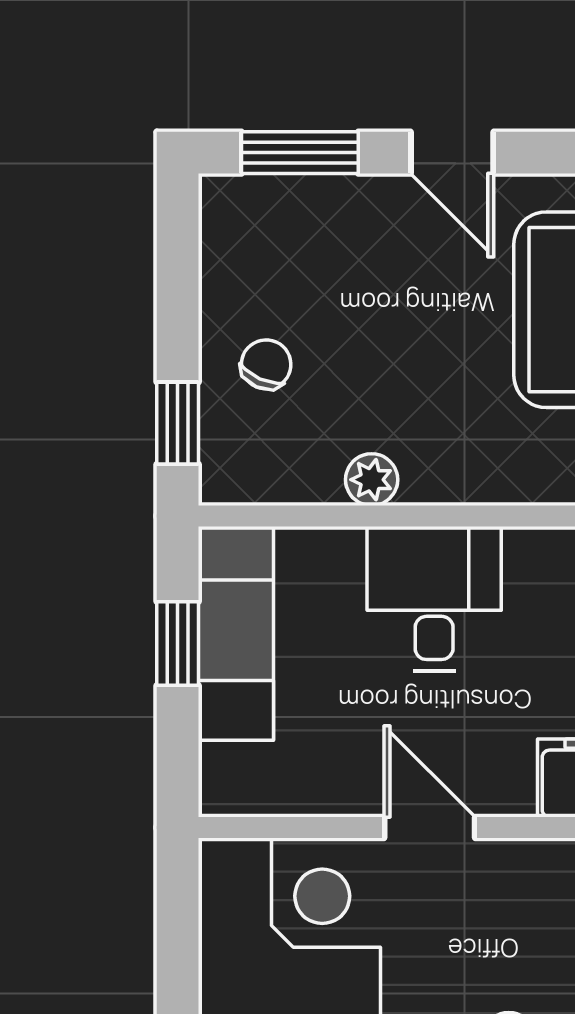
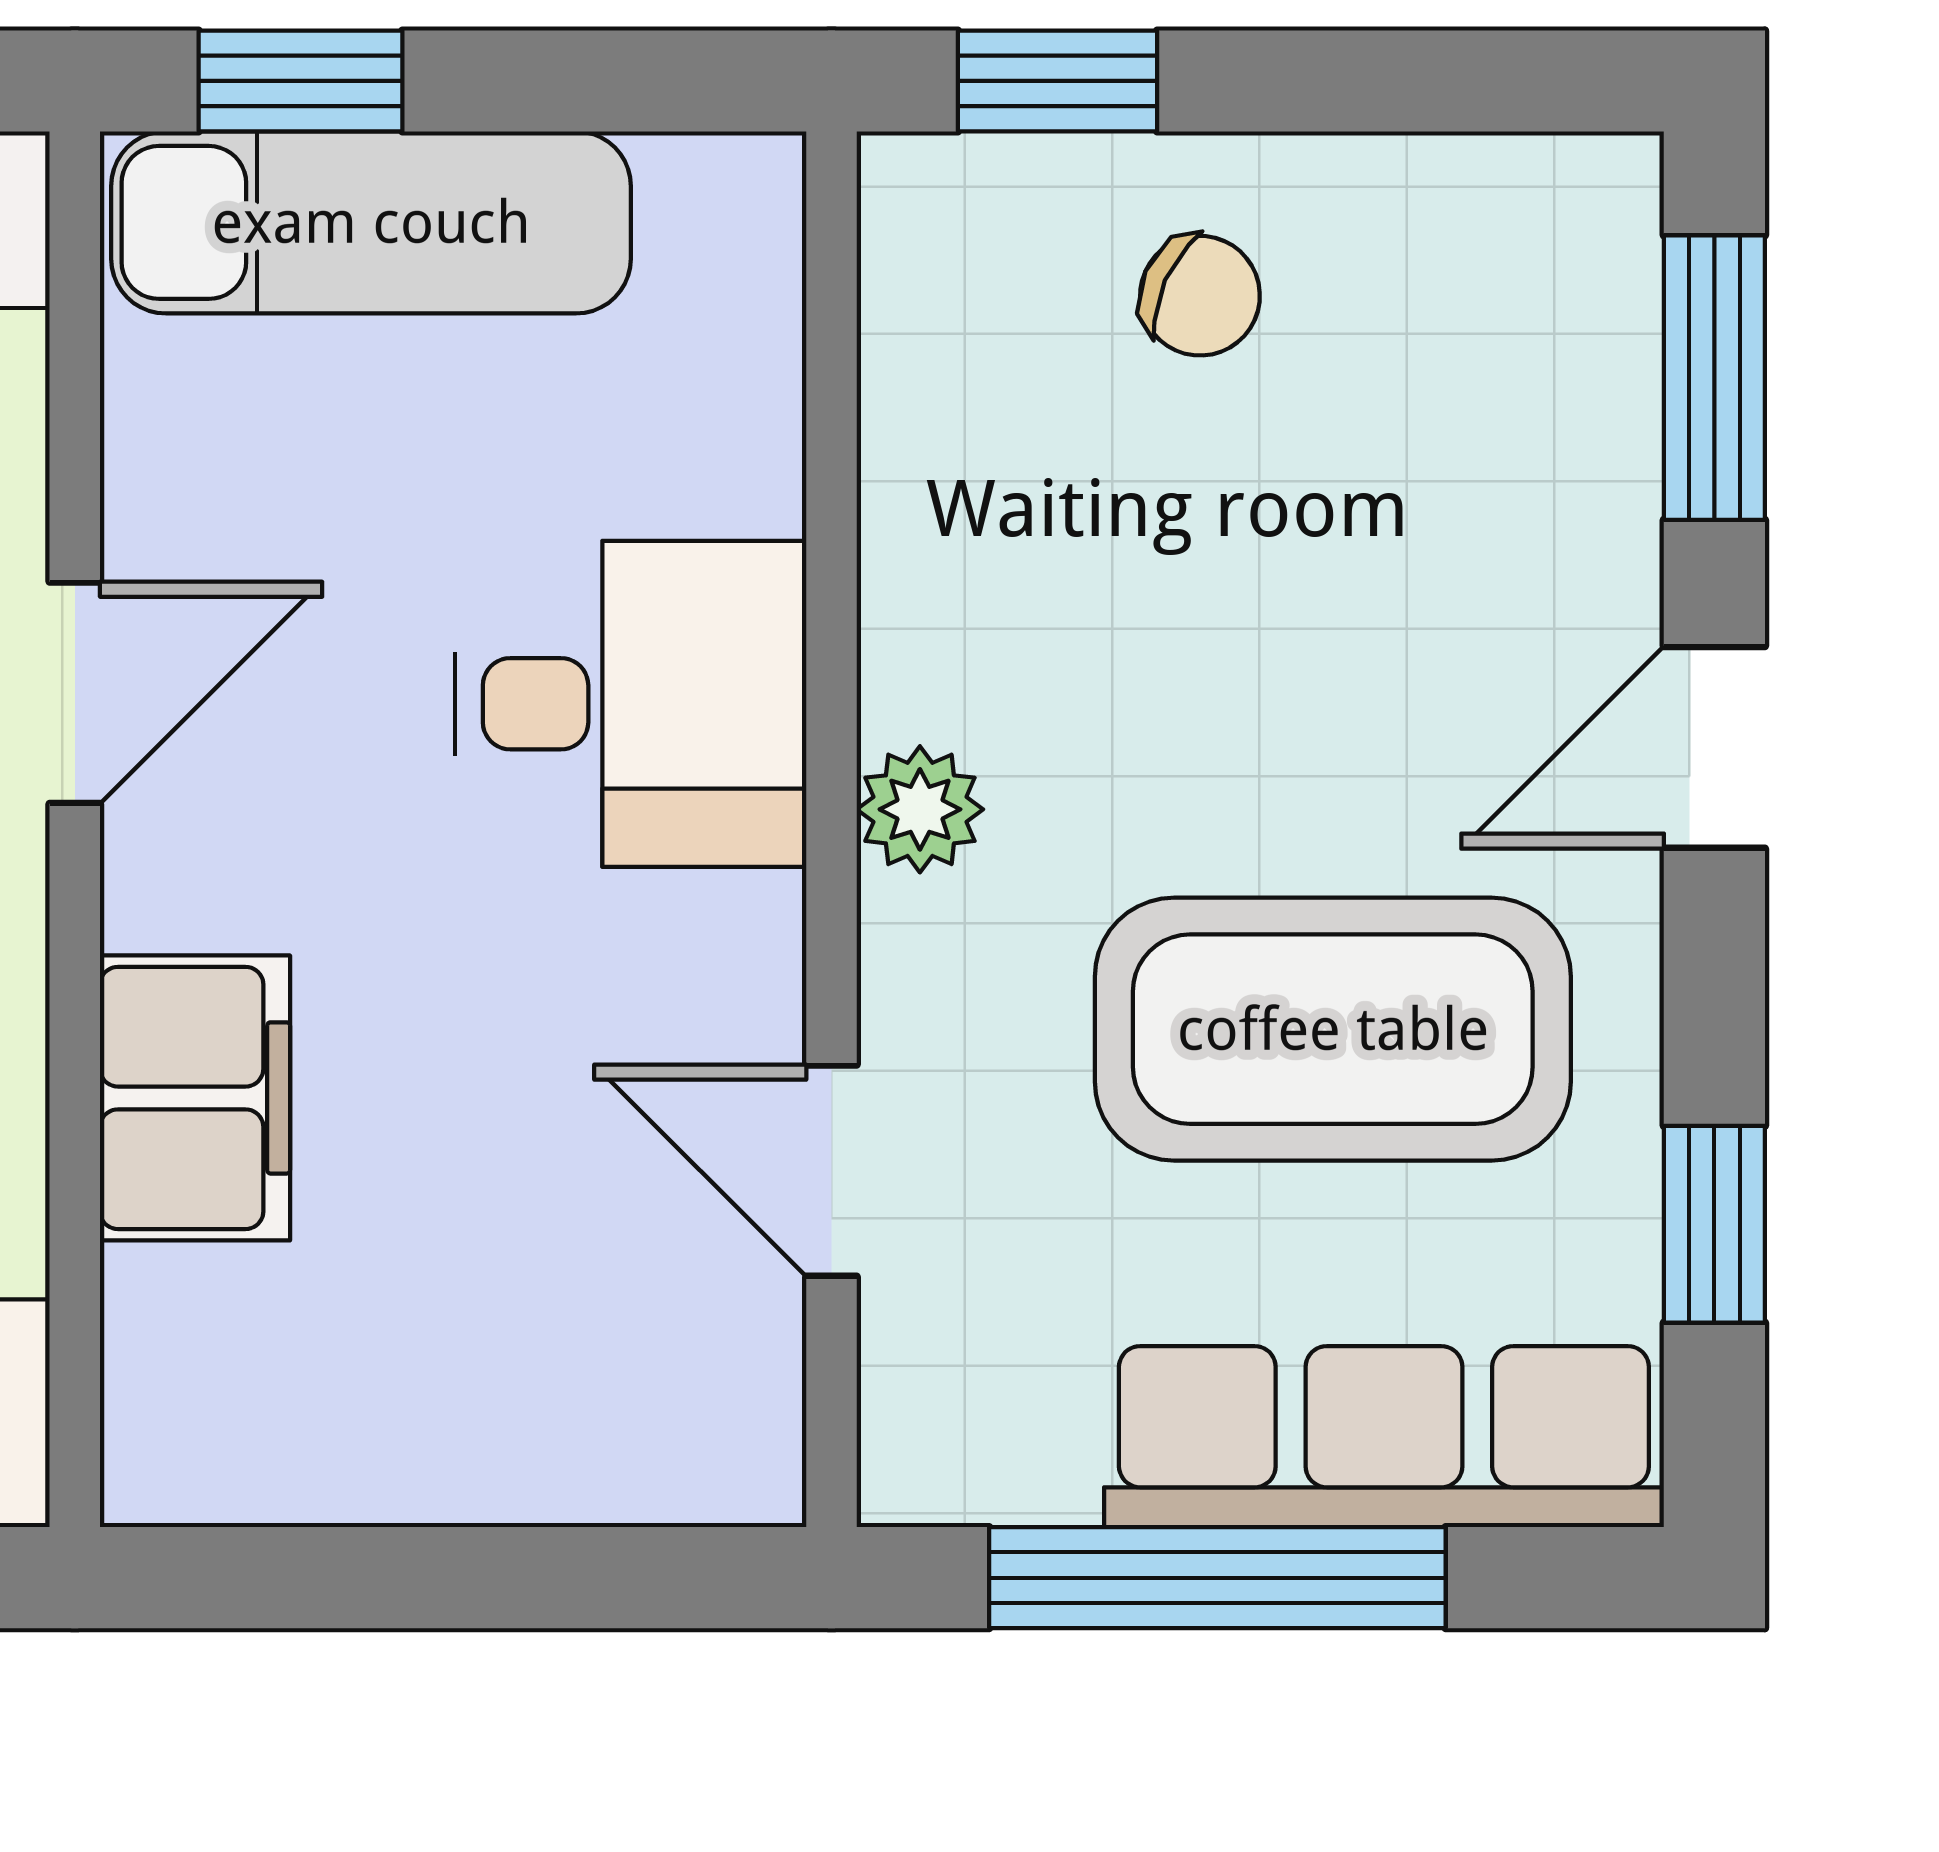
plant: (372, 480) -> (920, 809), moved
exam couch: (236, 633) -> (371, 222), moved
window: (178, 643) -> (301, 81), moved

